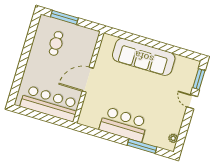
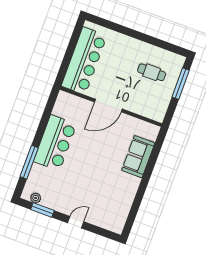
sofa: (144, 57) -> (138, 157), width x0.54, depth x0.79
window: (199, 79) -> (42, 210), moved
door: (88, 80) -> (108, 106), swing flipped

